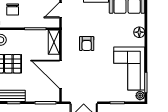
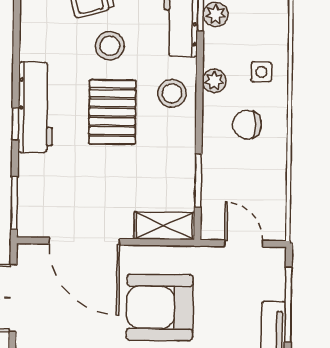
armchair: (87, 44) -> (160, 307), width x1.88, depth x1.88
door: (60, 74) -> (84, 241), swing flipped

